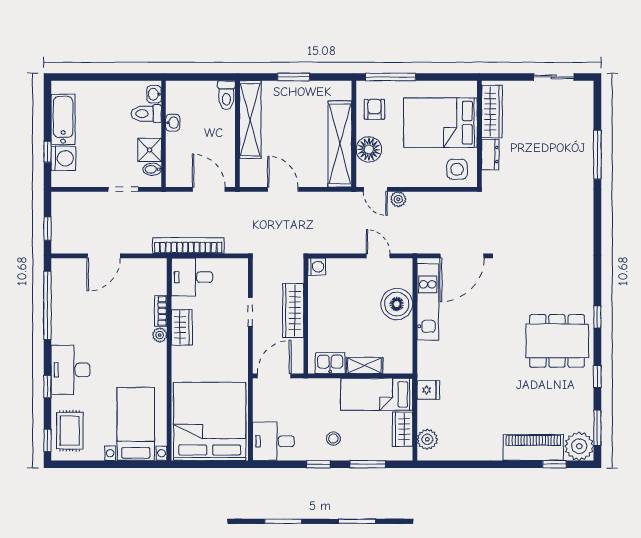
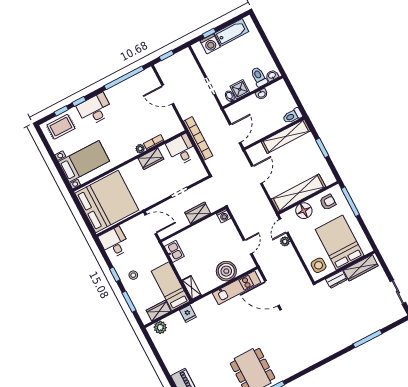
wardrobe: (293, 310) -> (198, 213), width x0.67
shelving: (364, 366) -> (192, 288), moved
window: (47, 440) -> (61, 111), moved

